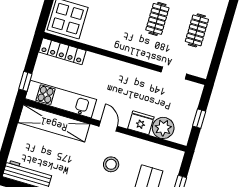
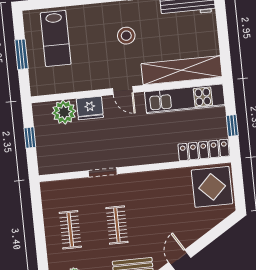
doorway: (174, 73) -> (103, 172), moved
window: (25, 81) -> (232, 125), moved
stool: (111, 164) -> (126, 36), moved

